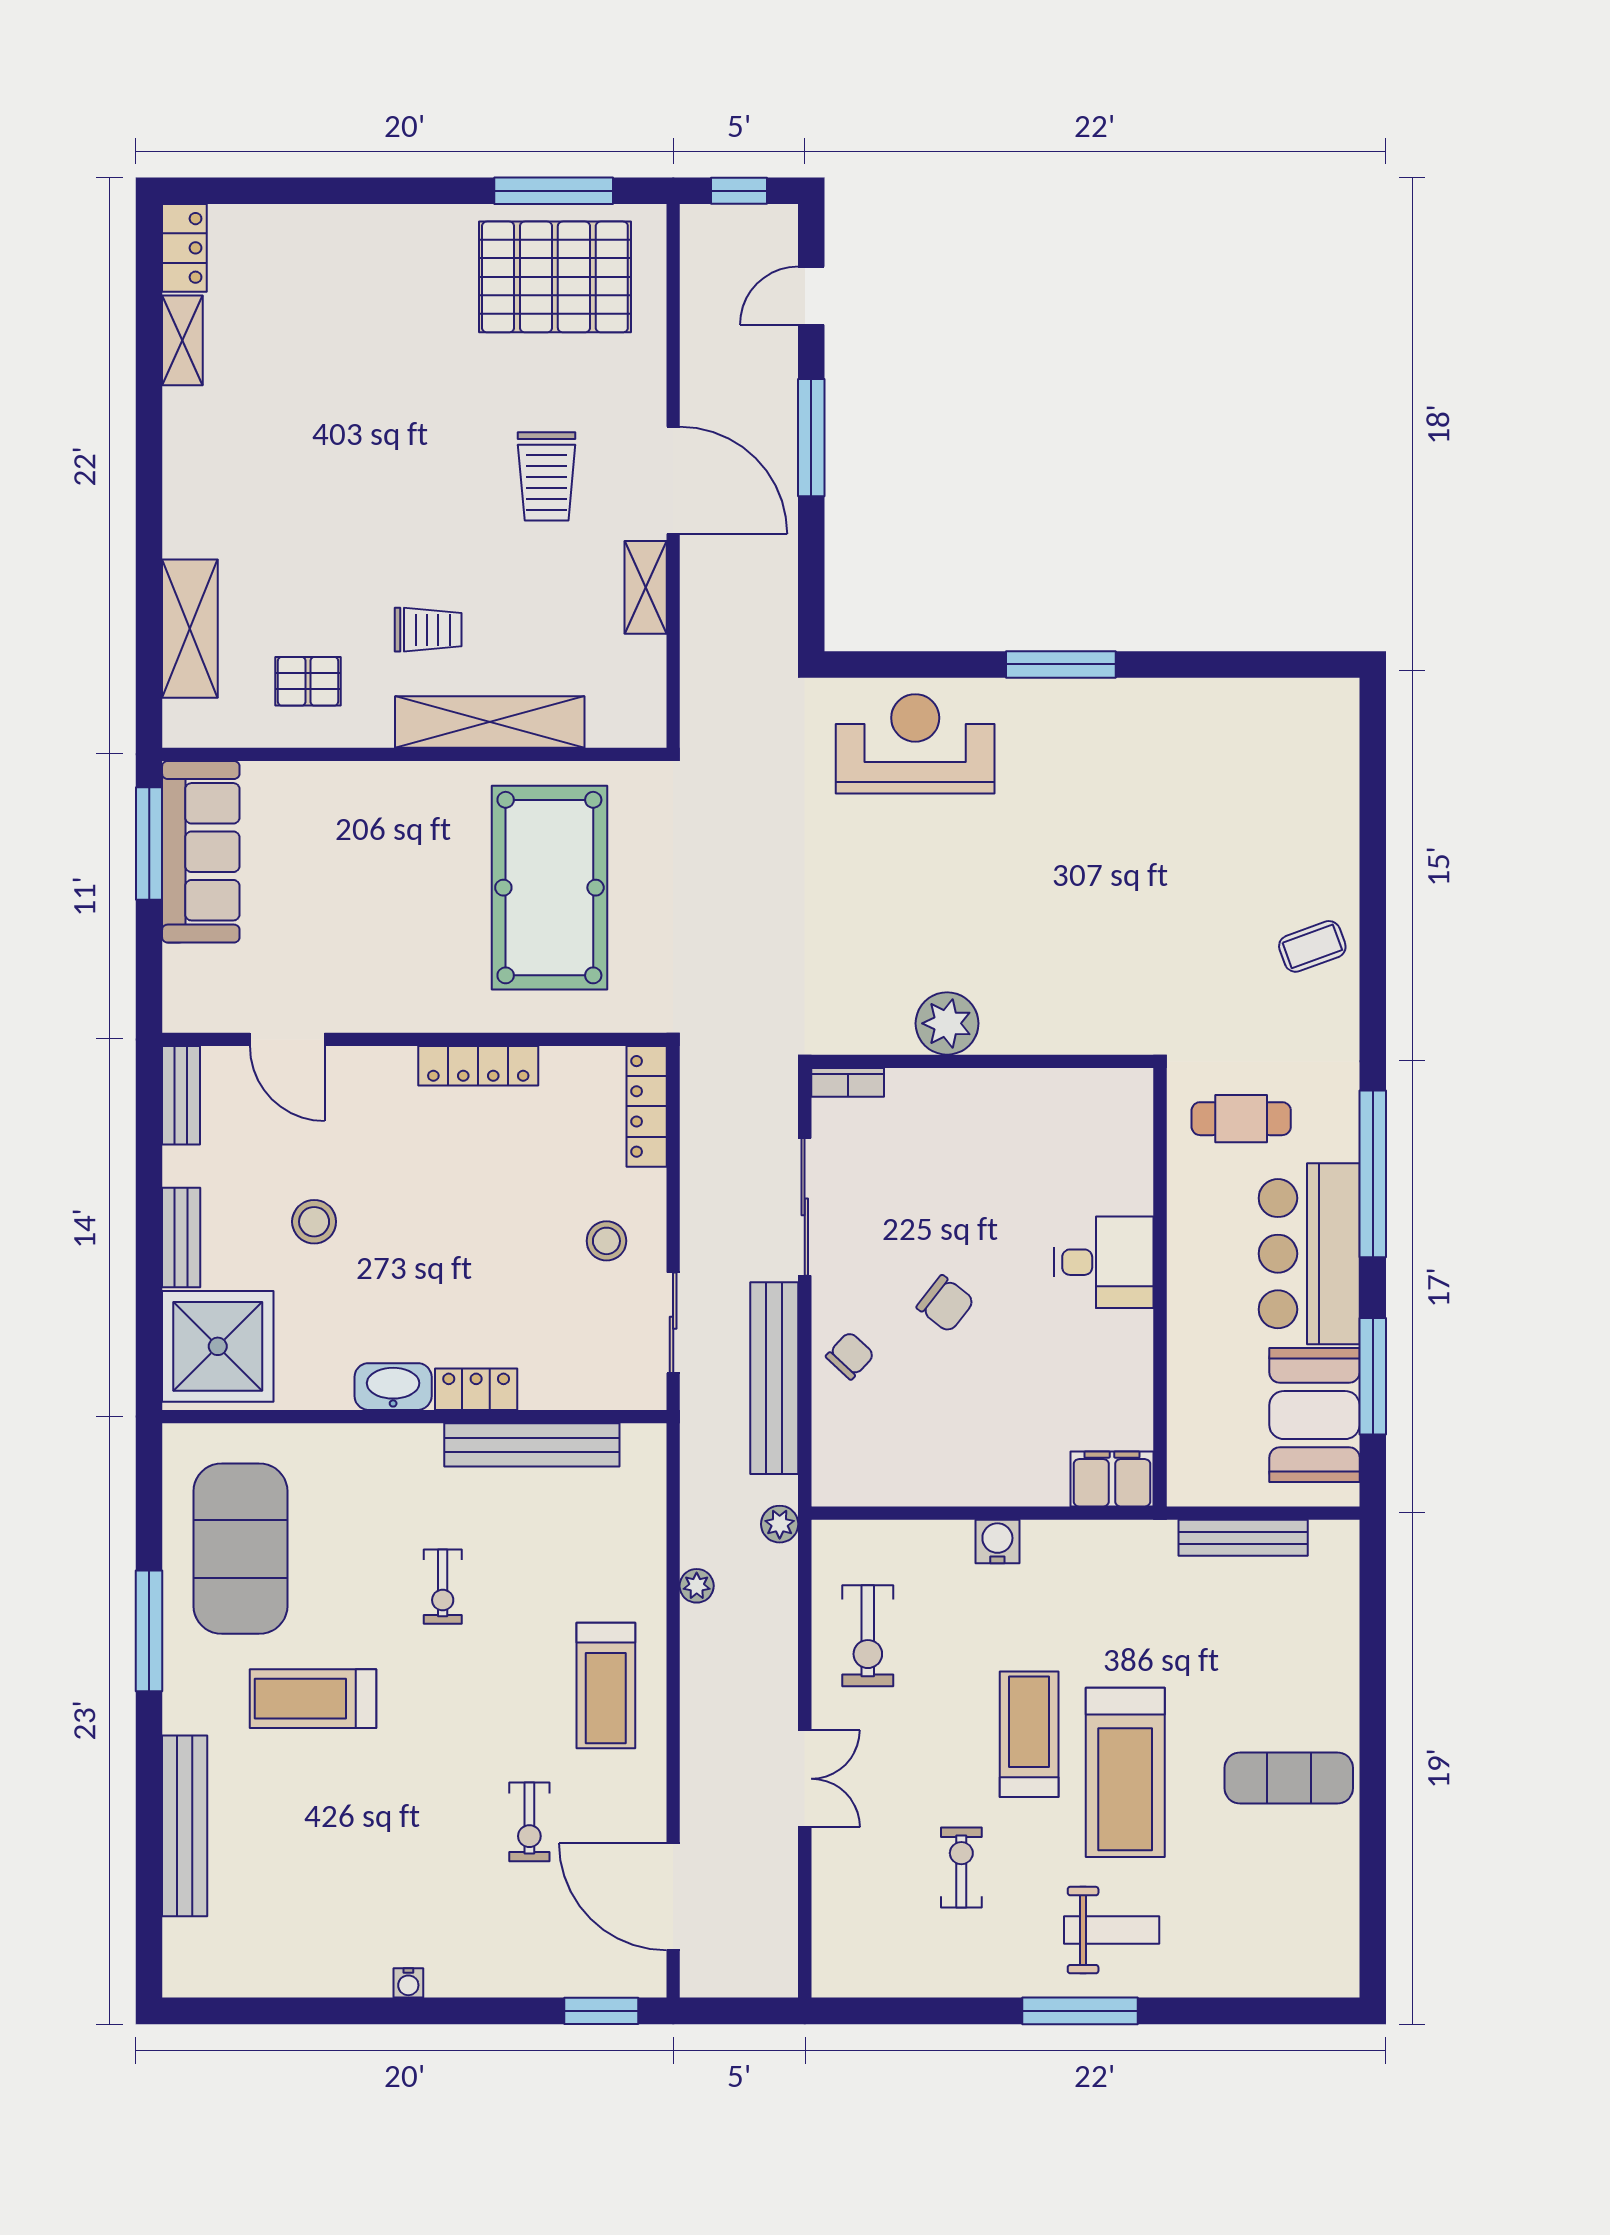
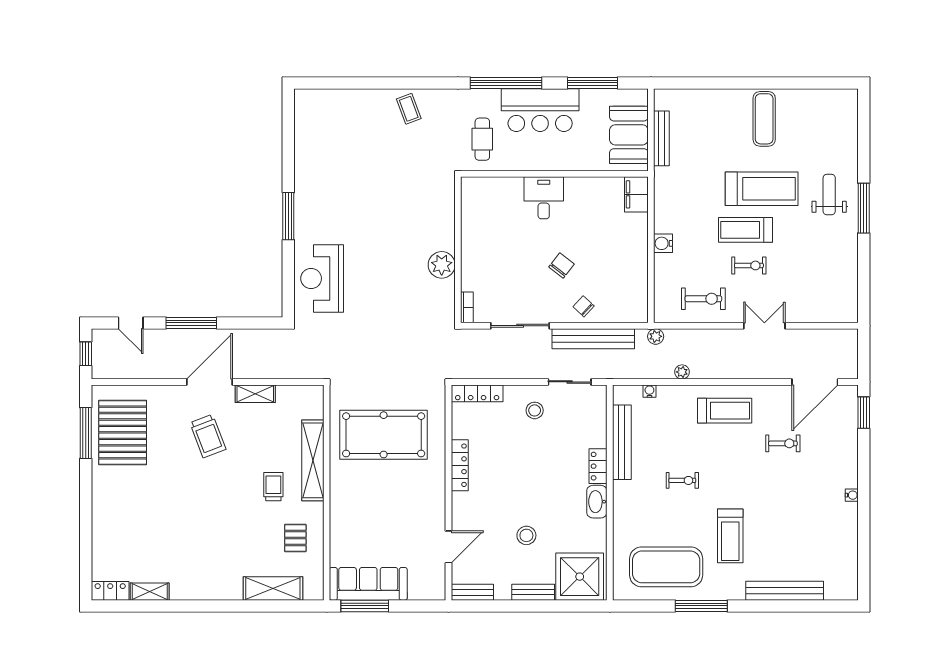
trolley: (547, 476) -> (208, 436), turned 69
booth: (1314, 1415) -> (629, 135), moved, turned 90
water cooler: (652, 1510) -> (649, 391), added
exercise bike: (961, 1868) -> (749, 265), moved, turned 180

